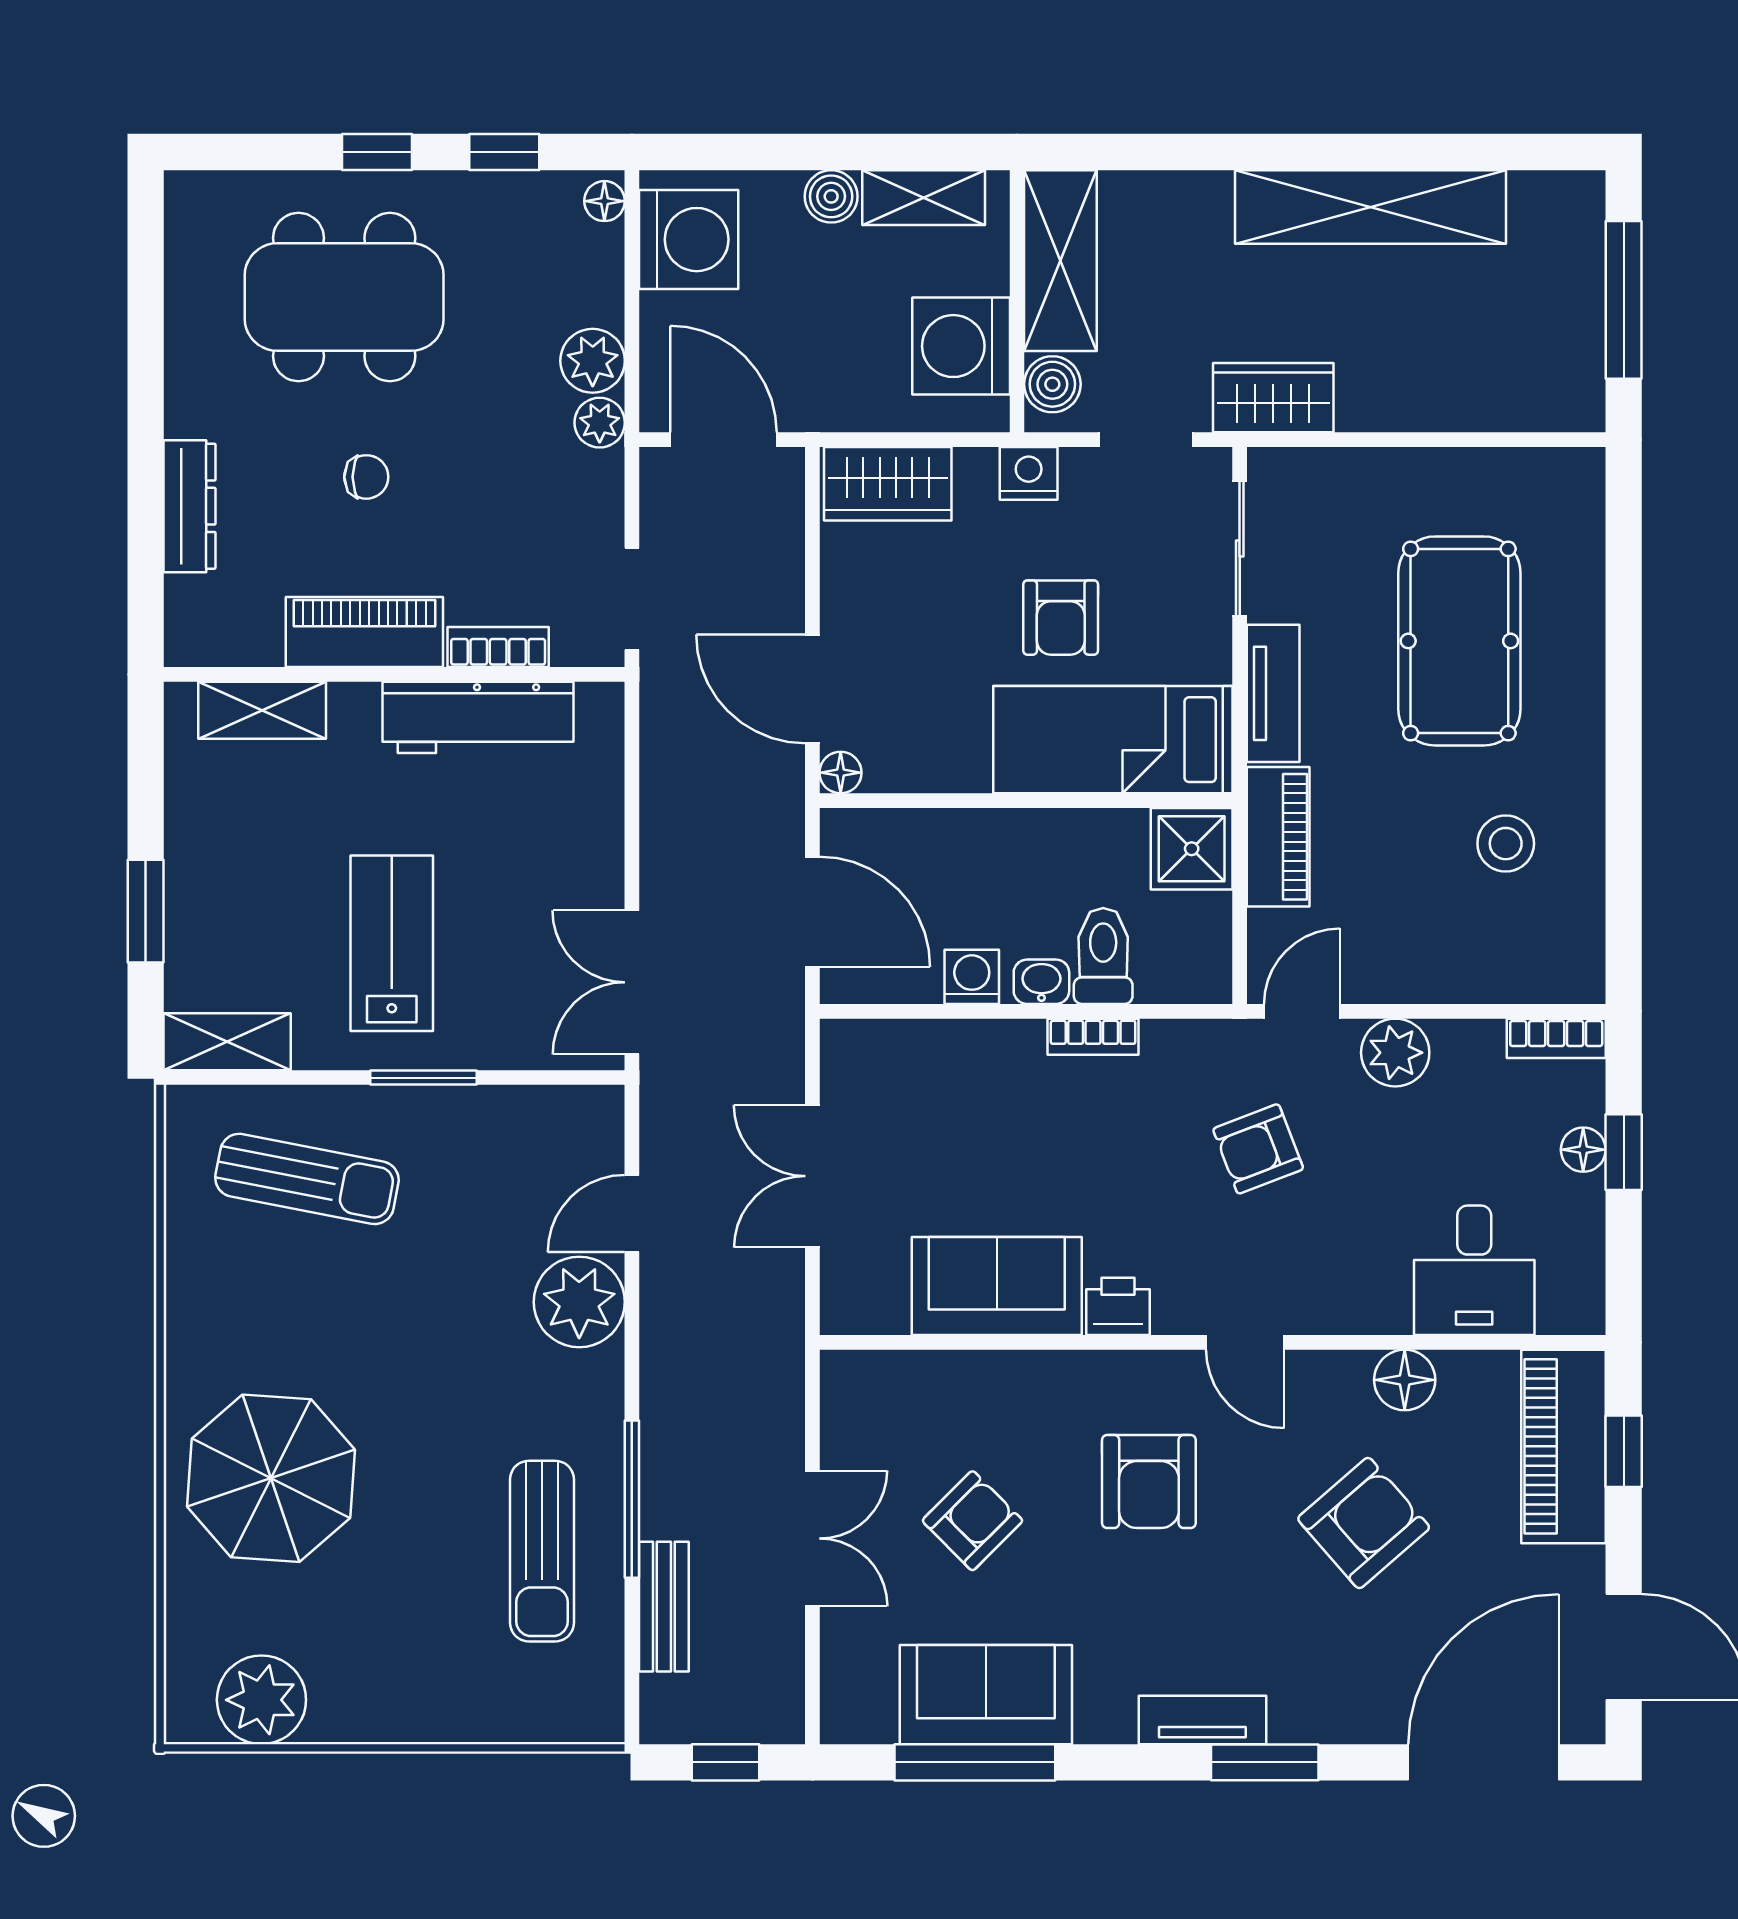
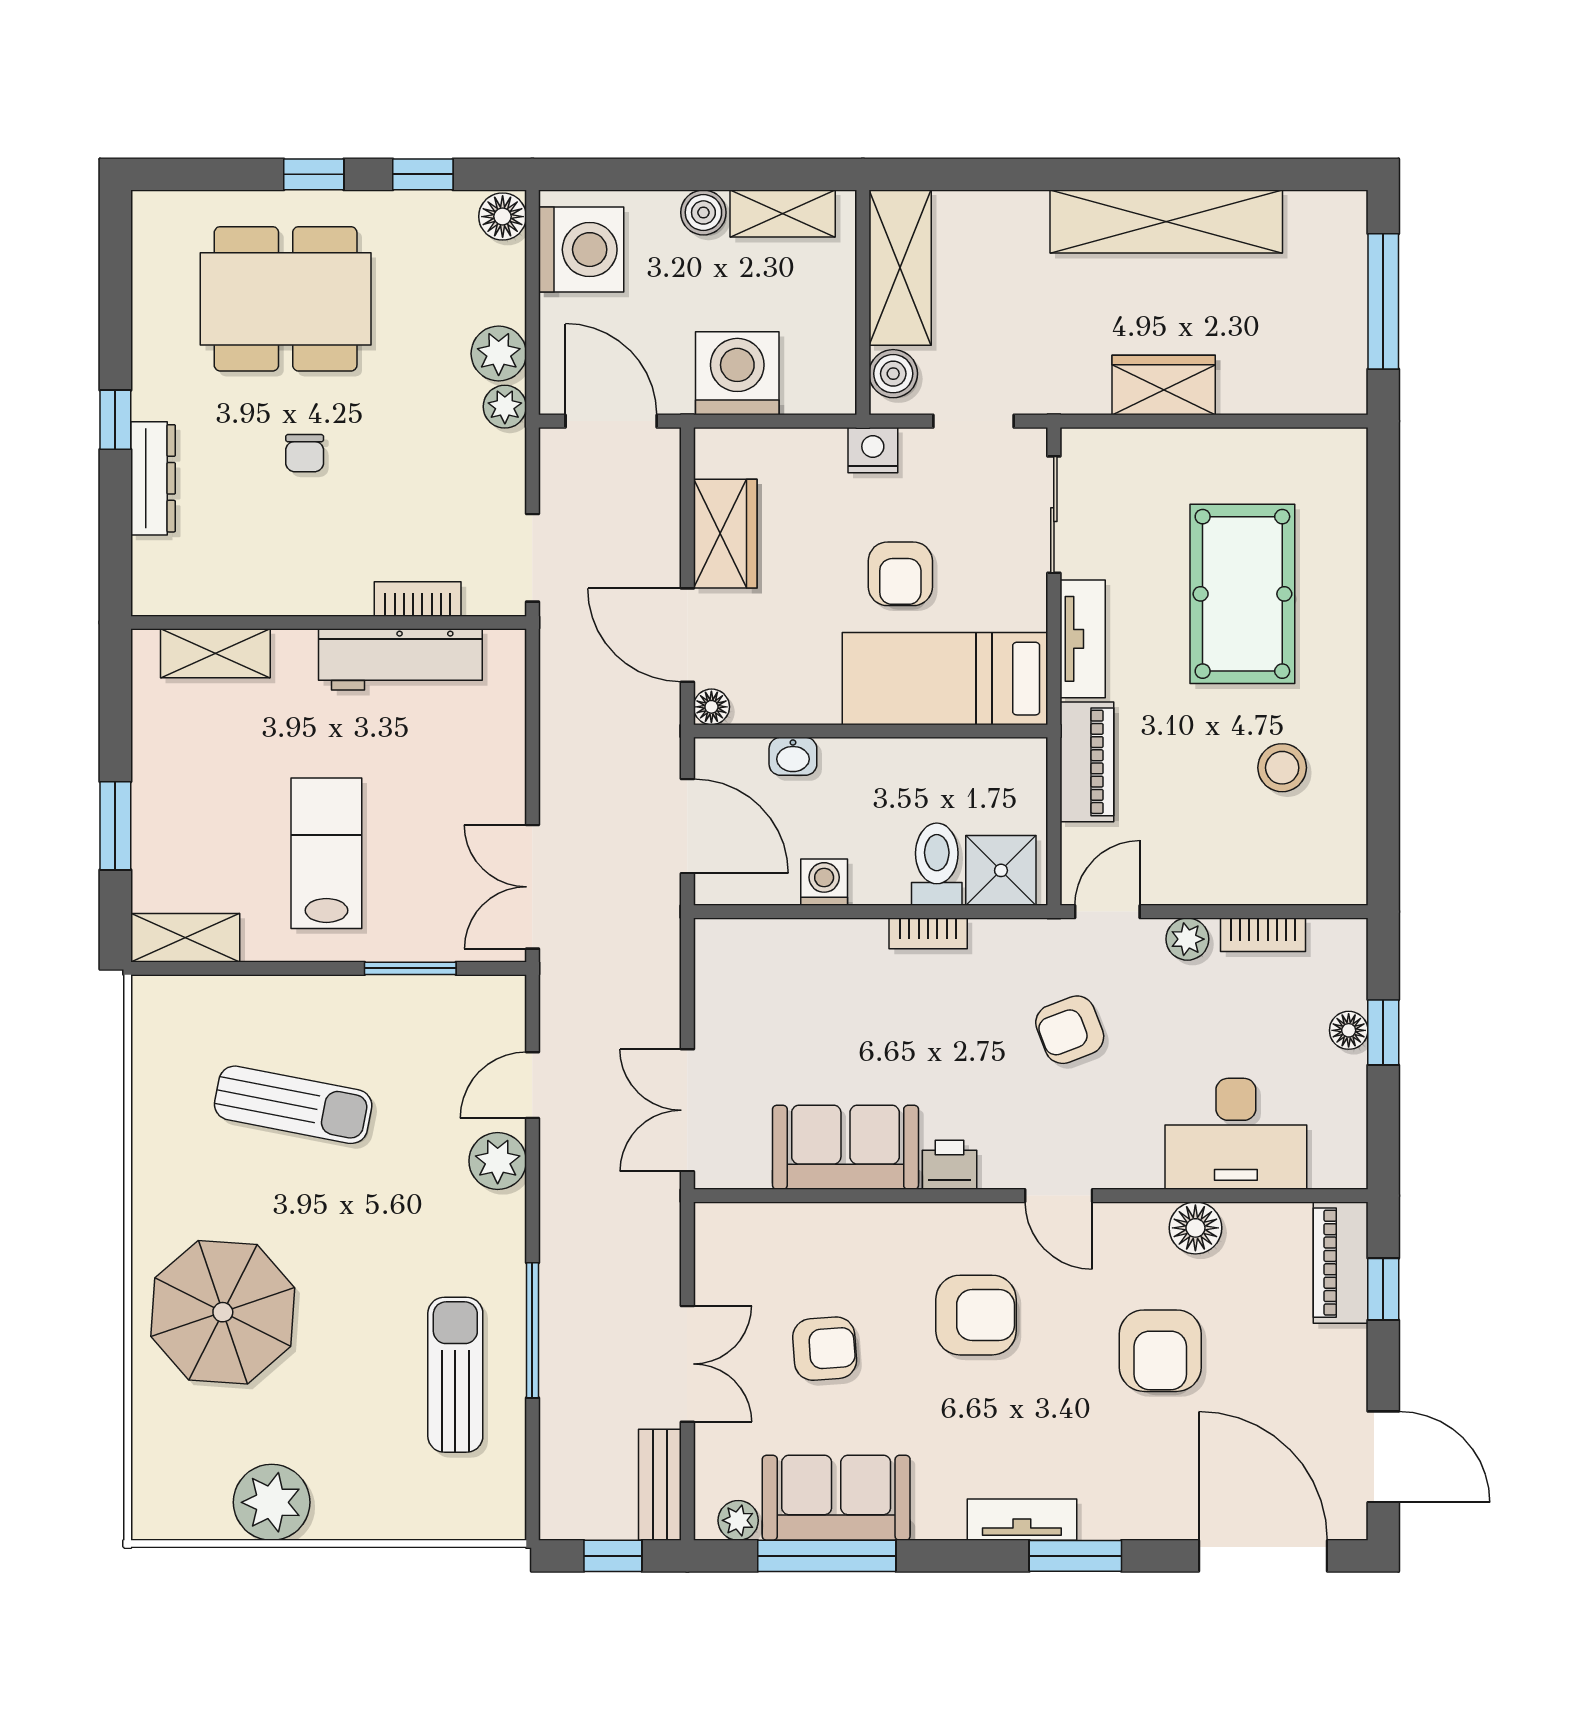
floor lamp: (604, 201) -> (503, 217), width x1.37, depth x1.37
washing machine: (961, 346) -> (737, 373), moved, turned 90
wardrobe: (1273, 398) -> (1164, 385), moved
window: (146, 438) -> (115, 420), added
chair: (366, 477) -> (305, 453), turned 90
wardrobe: (888, 484) -> (725, 534), moved, turned -90
piano: (364, 632) -> (303, 586), removed
shower: (1192, 849) -> (1001, 870), moved
washbasin: (1041, 982) -> (793, 756), moved, turned 180
bookcase: (1556, 1038) -> (1263, 935), moved
plant: (1395, 1053) -> (1187, 939), width x0.73, depth x0.73
window: (423, 1078) -> (410, 968), moved
double door: (812, 1176) -> (687, 1110), moved
sun lounger: (307, 1179) -> (293, 1105), moved
desk: (1474, 1270) -> (1236, 1134), width x1.37
plant: (579, 1302) -> (498, 1161), width x0.73, depth x0.73
piano: (1563, 1446) -> (1341, 1263), width x0.73, depth x0.75
armchair: (1149, 1482) -> (976, 1315), turned -90
armchair: (972, 1521) -> (825, 1349), turned 41
armchair: (1364, 1523) -> (1160, 1351), turned 131
sun lounger: (542, 1551) -> (455, 1375), turned 180
bench: (664, 1607) -> (660, 1485), moved
plant: (261, 1700) -> (272, 1502), moved
plant: (872, 1721) -> (738, 1520), added
door: (1483, 1762) -> (1263, 1556), hinge flipped

